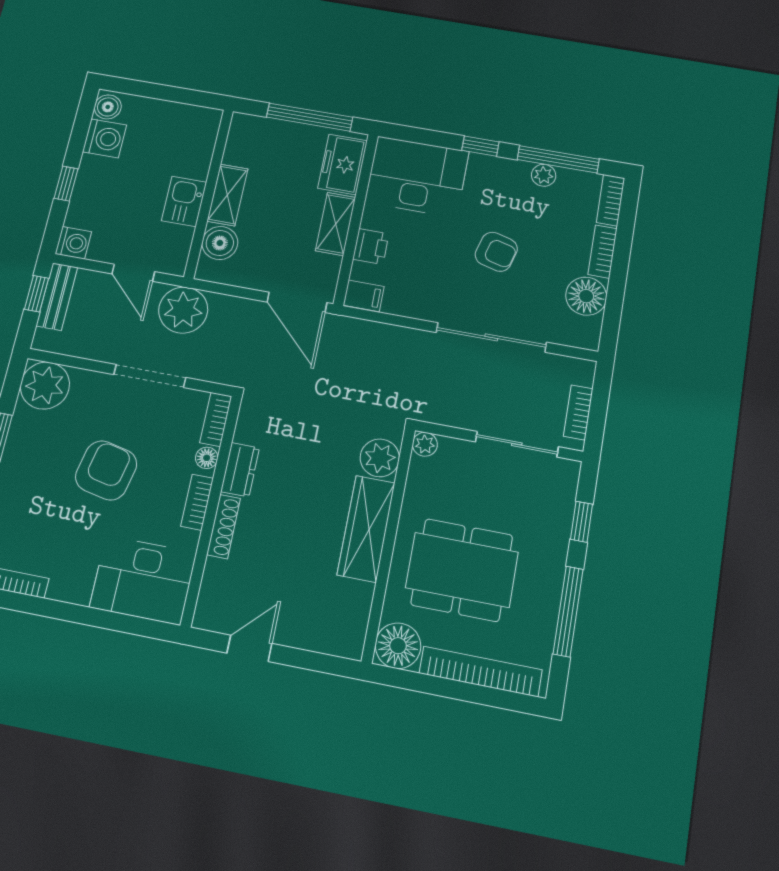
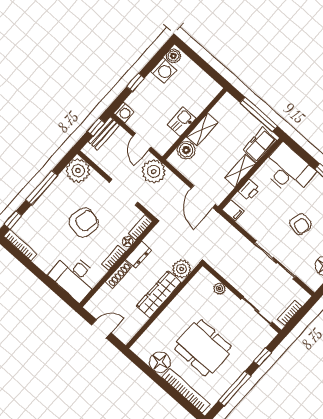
plant: (380, 458) -> (182, 269), moved
wardrobe: (366, 529) -> (159, 294), moved
wall: (389, 543) -> (164, 306), moved

